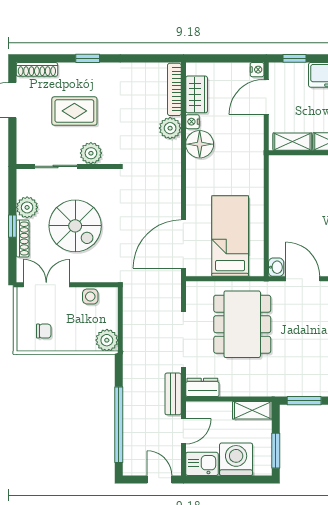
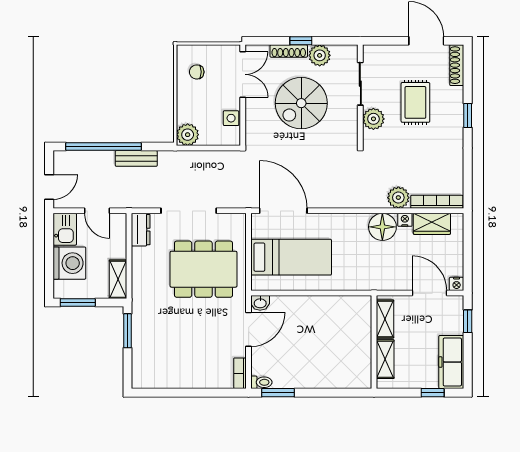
chair: (44, 331) -> (197, 72), turned 90
bench: (173, 394) -> (136, 158), moved

